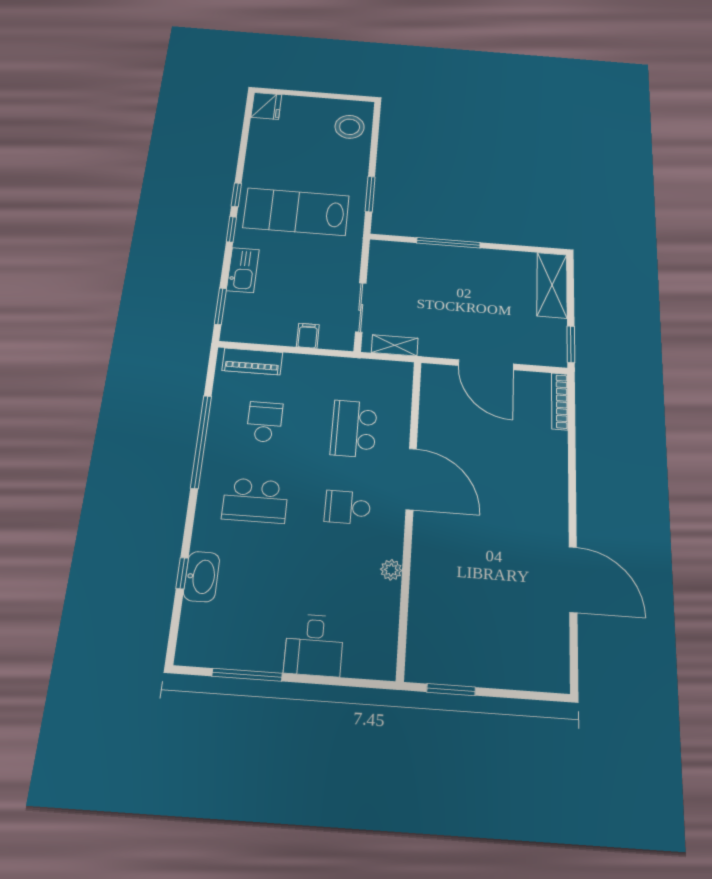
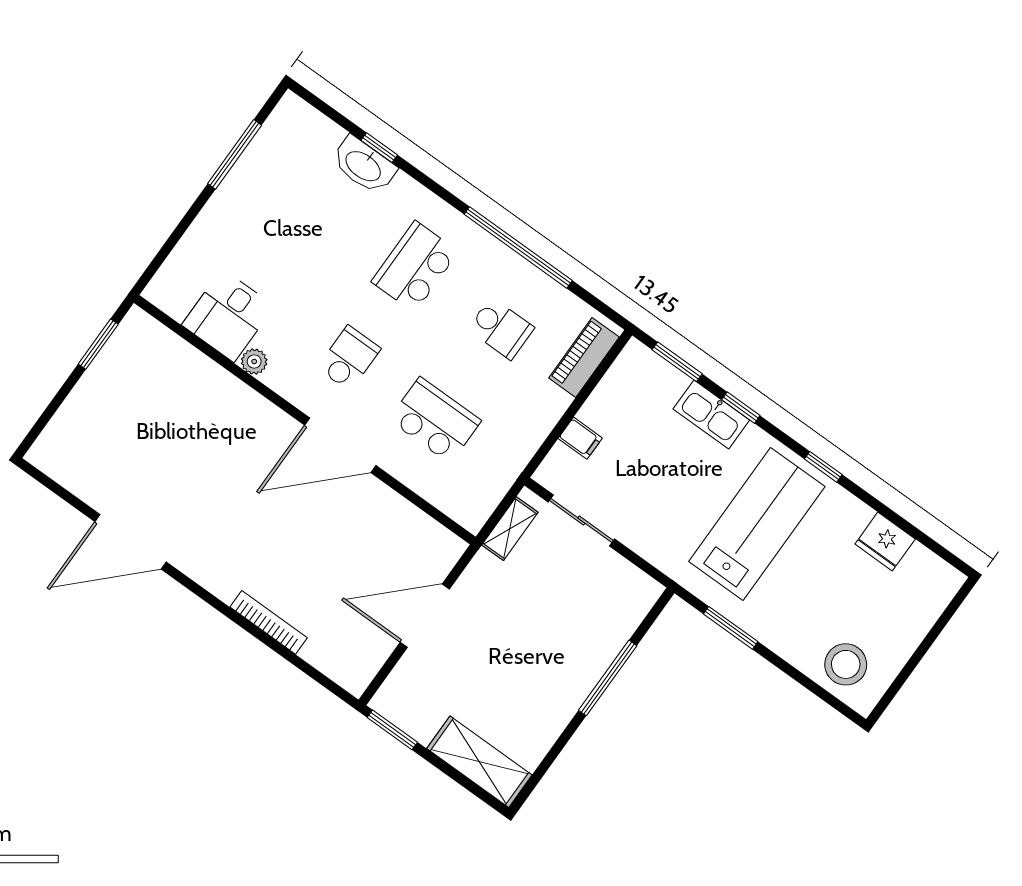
fridge: (266, 106) -> (885, 542), moved
window: (231, 229) -> (741, 408), moved
bookcase: (560, 401) -> (269, 622), moved
desk: (314, 645) -> (228, 316), moved, turned -90

